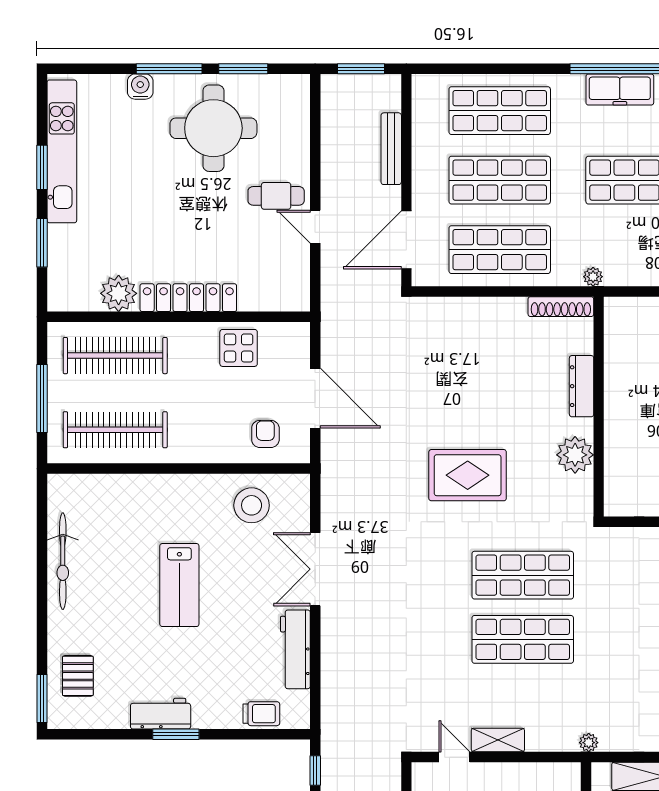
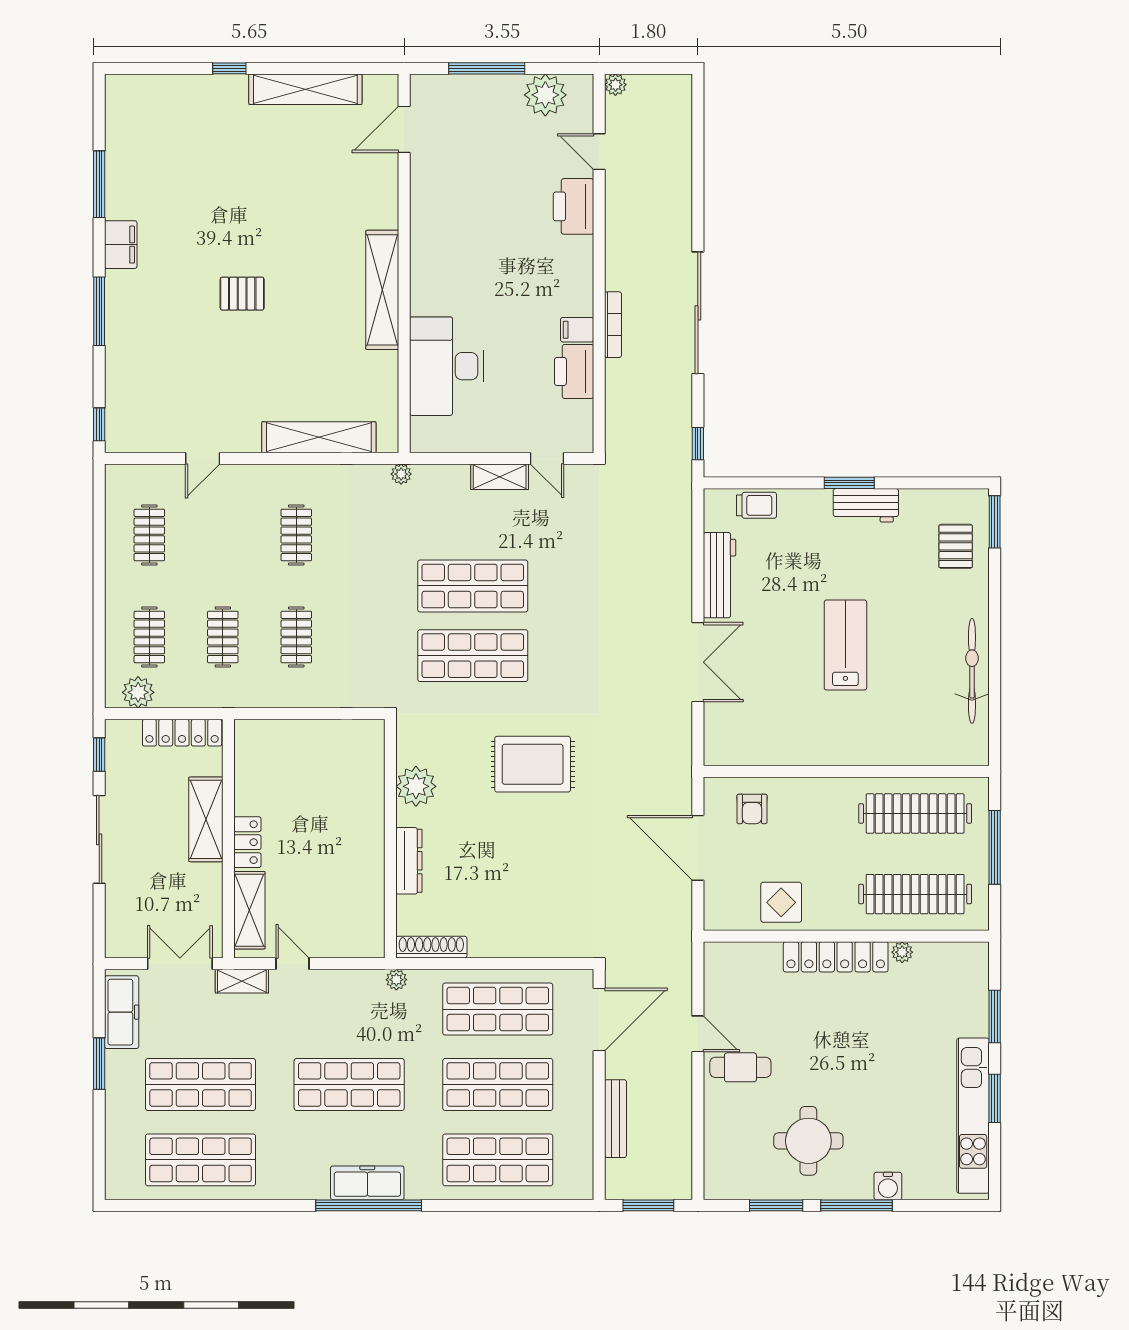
round table: (213, 128) -> (808, 1141), width x0.73, depth x0.73
plant: (119, 293) -> (902, 952), width x0.53, depth x0.53
stool: (252, 505) -> (767, 731), removed
trolley: (261, 714) -> (756, 505), turned 180

